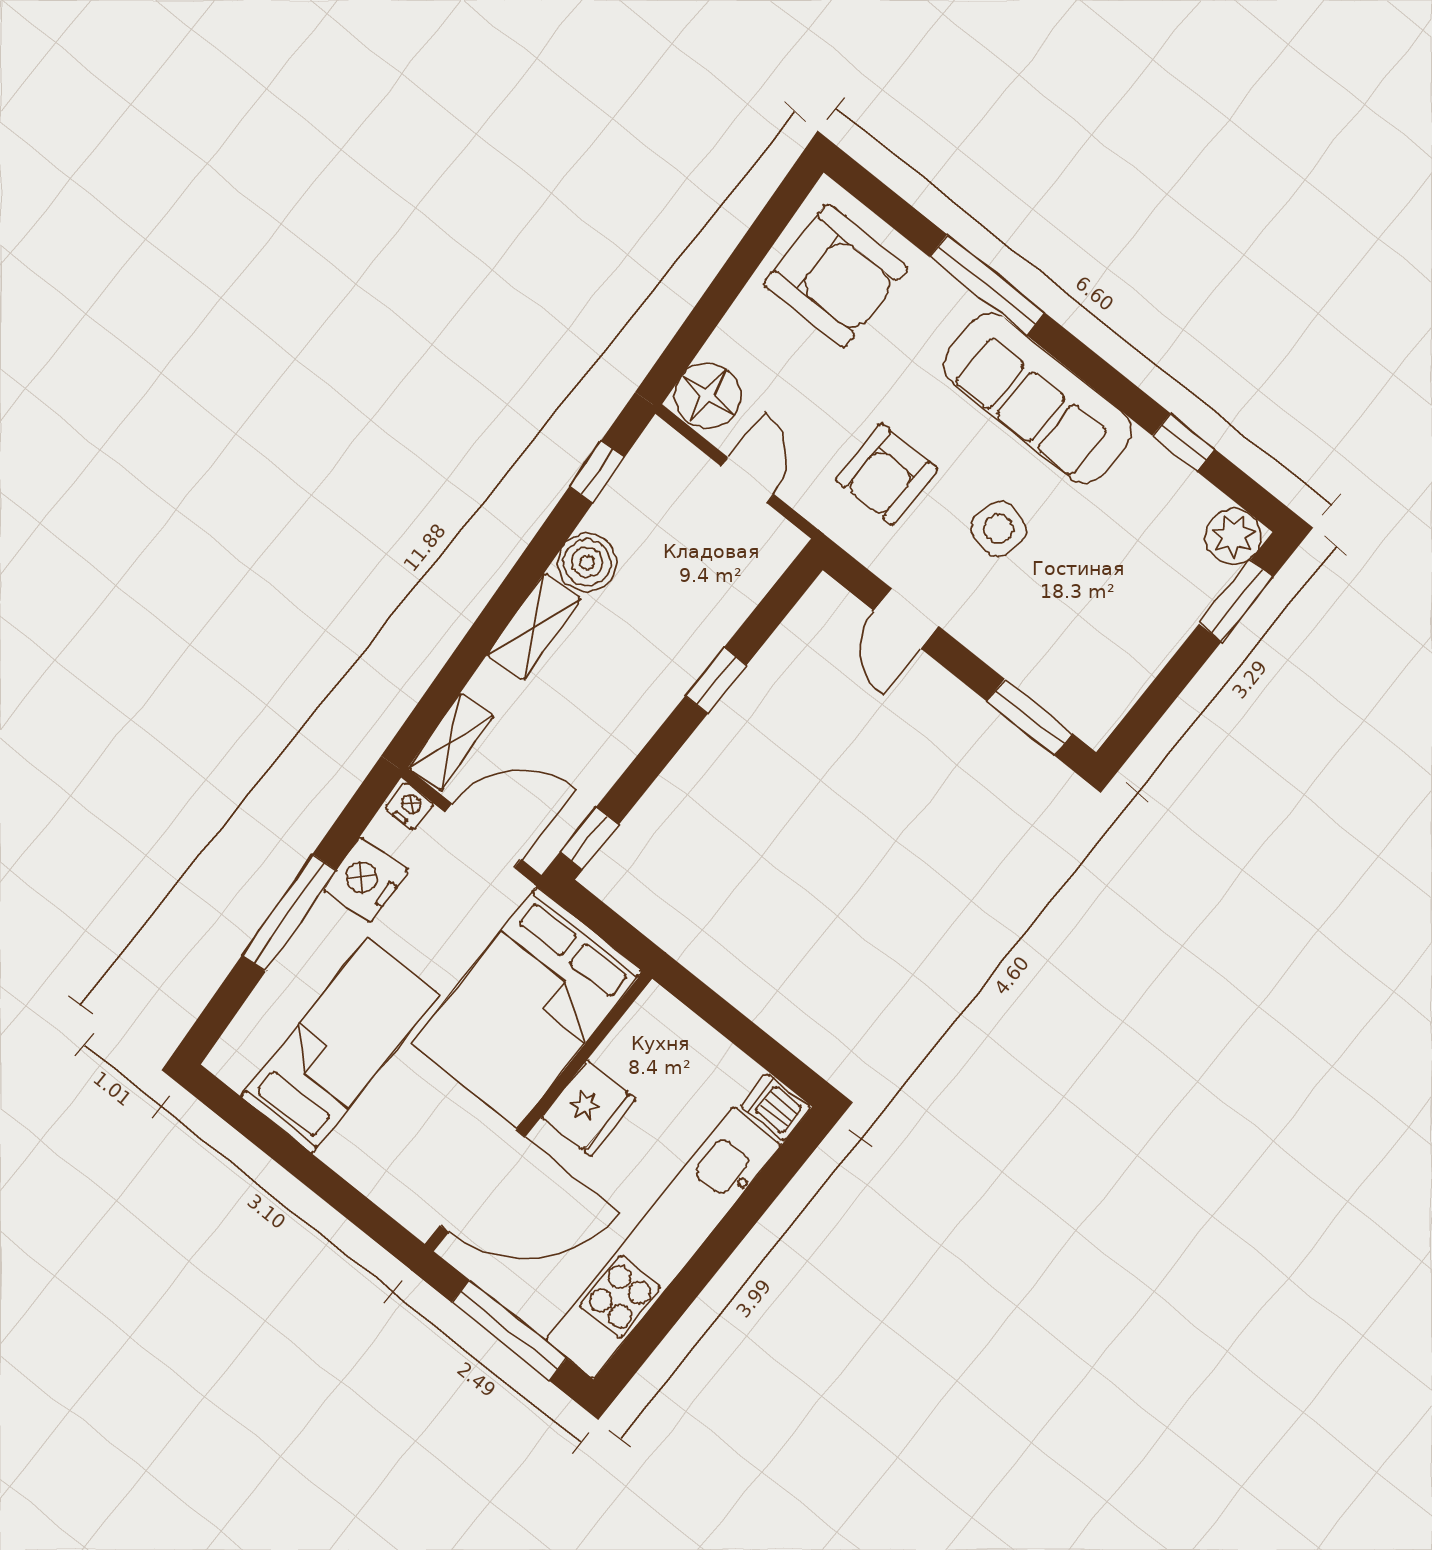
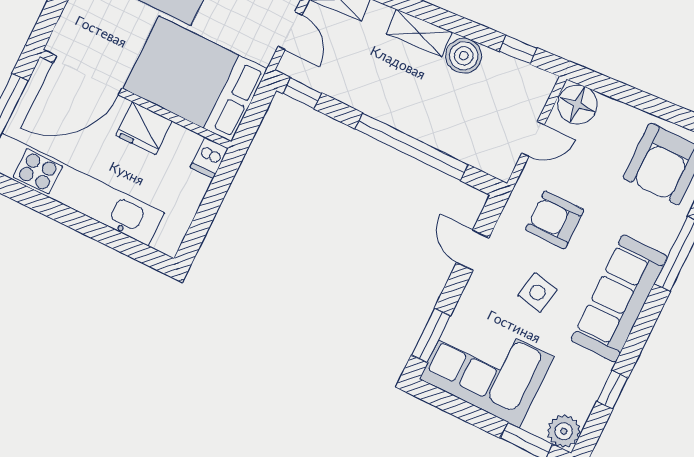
door: (906, 618) -> (473, 250), hinge flipped
corner sofa: (1103, 638) -> (487, 368), added
window: (716, 681) -> (411, 147), width x3.17
door: (483, 836) -> (290, 31), width x0.73
dishwasher: (776, 1107) -> (209, 158), moved, turned 180
door: (482, 1181) -> (87, 75), hinge flipped

